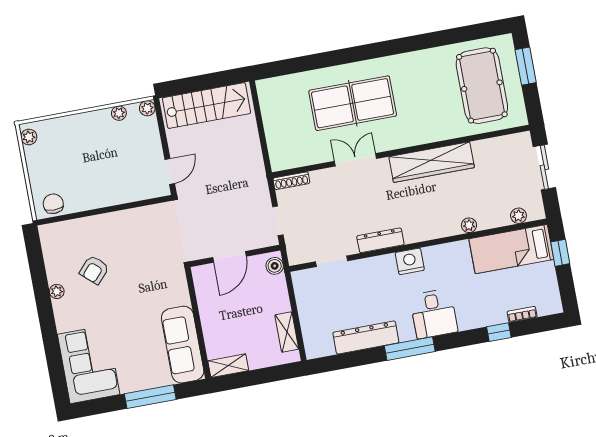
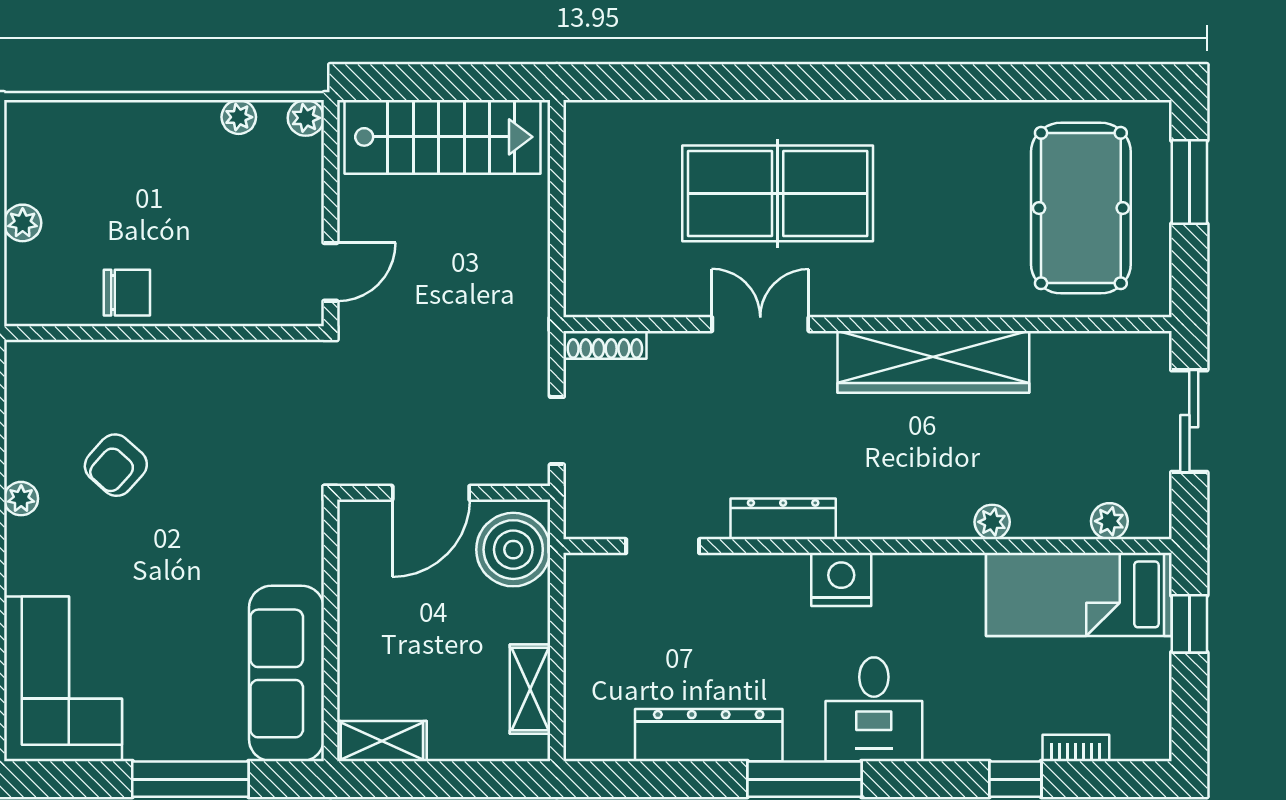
plant: (29, 137) -> (23, 223), moved
chair: (53, 204) -> (127, 293), moved, turned 90
boiler: (275, 266) -> (513, 550), width x1.86, depth x1.86

